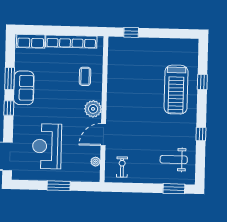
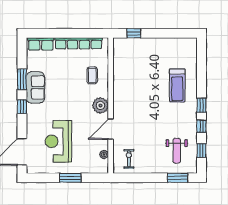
window: (202, 82) -> (201, 105), moved
treadmill: (176, 90) -> (177, 85), width x0.73, depth x0.73
weight bench: (174, 160) -> (177, 151), turned -90
window: (200, 160) -> (201, 151), added

